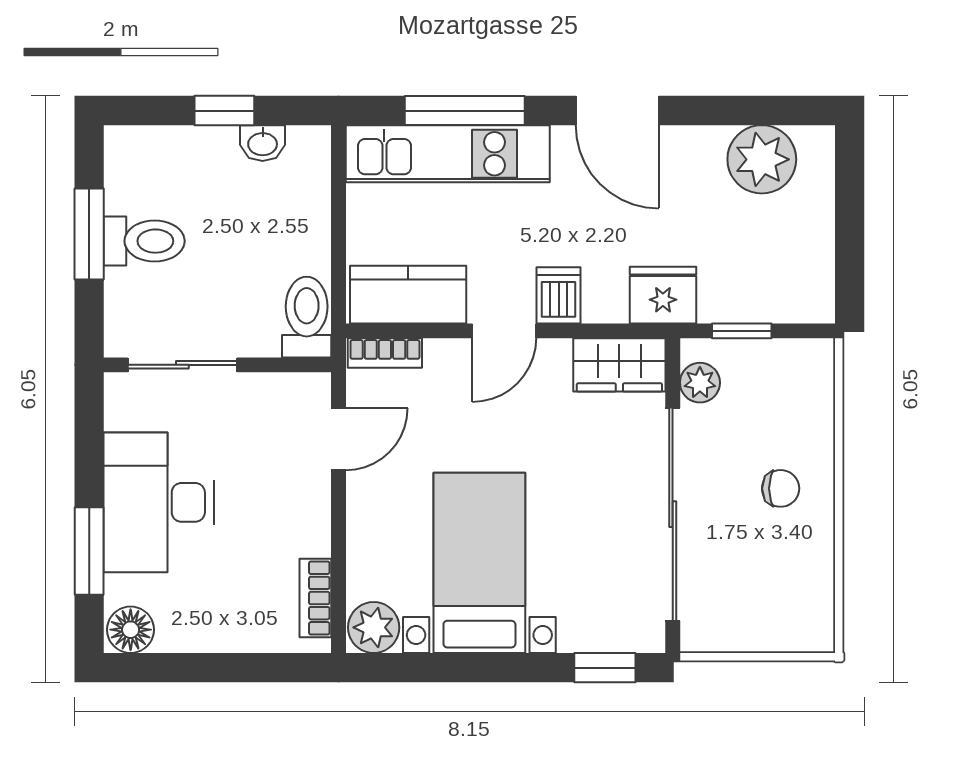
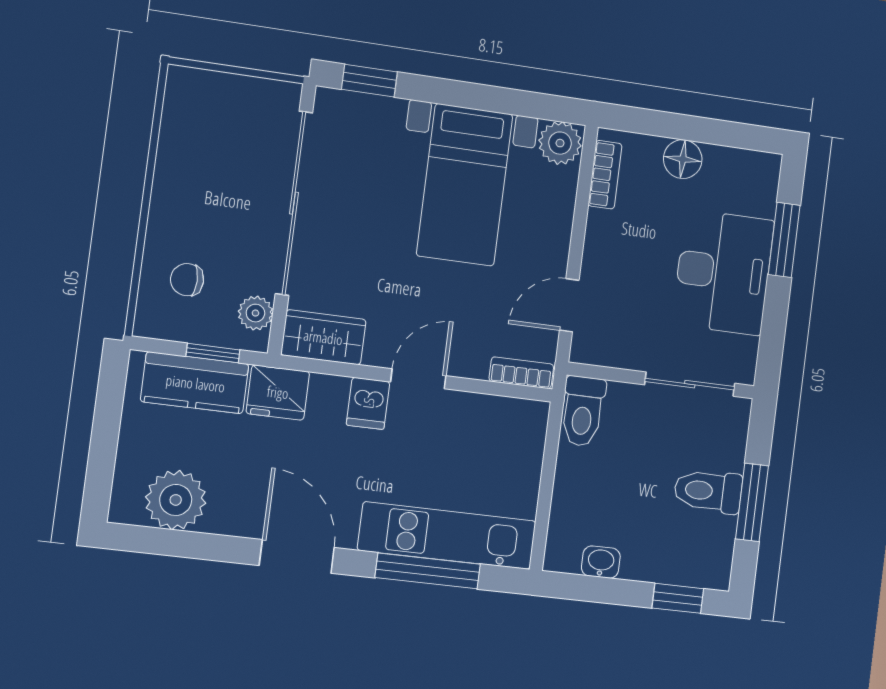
window: (224, 111) -> (678, 598), moved
kitchen counter: (408, 295) -> (195, 383), moved
chair: (781, 488) -> (187, 280), moved
floor lamp: (131, 630) -> (683, 159), moved

